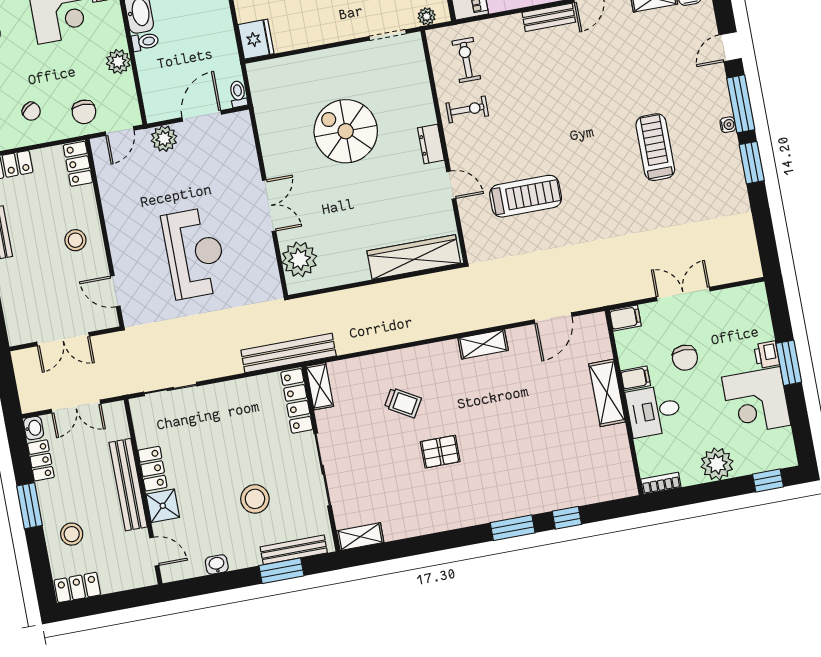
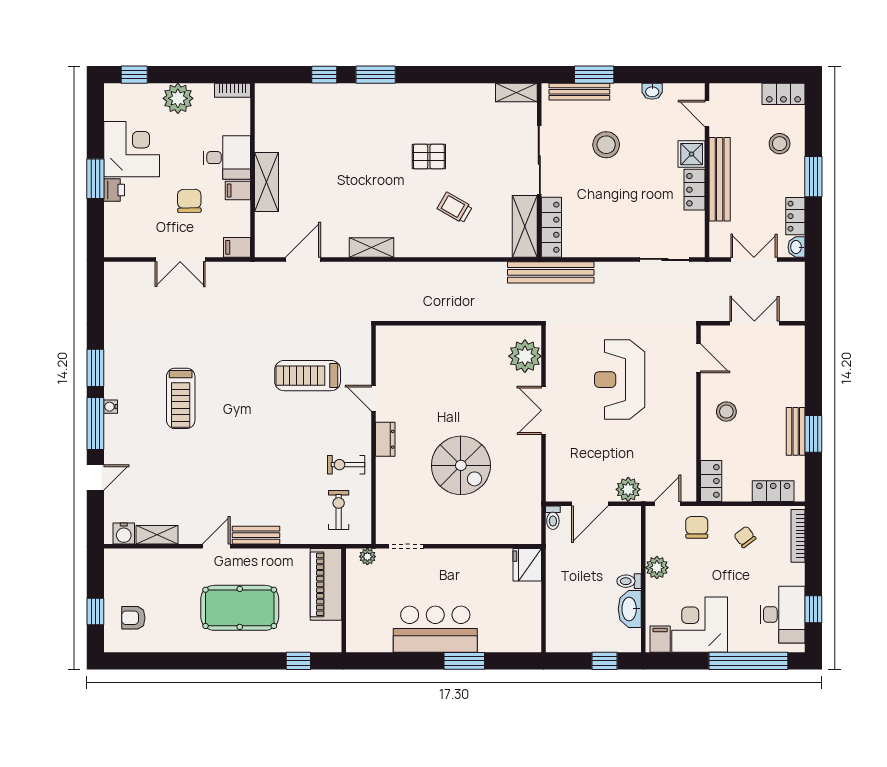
exercise bike: (466, 60) -> (339, 510), turned 180
wardrobe: (414, 257) -> (420, 339), removed
shelving: (320, 386) -> (525, 226), width x1.50, depth x1.33

